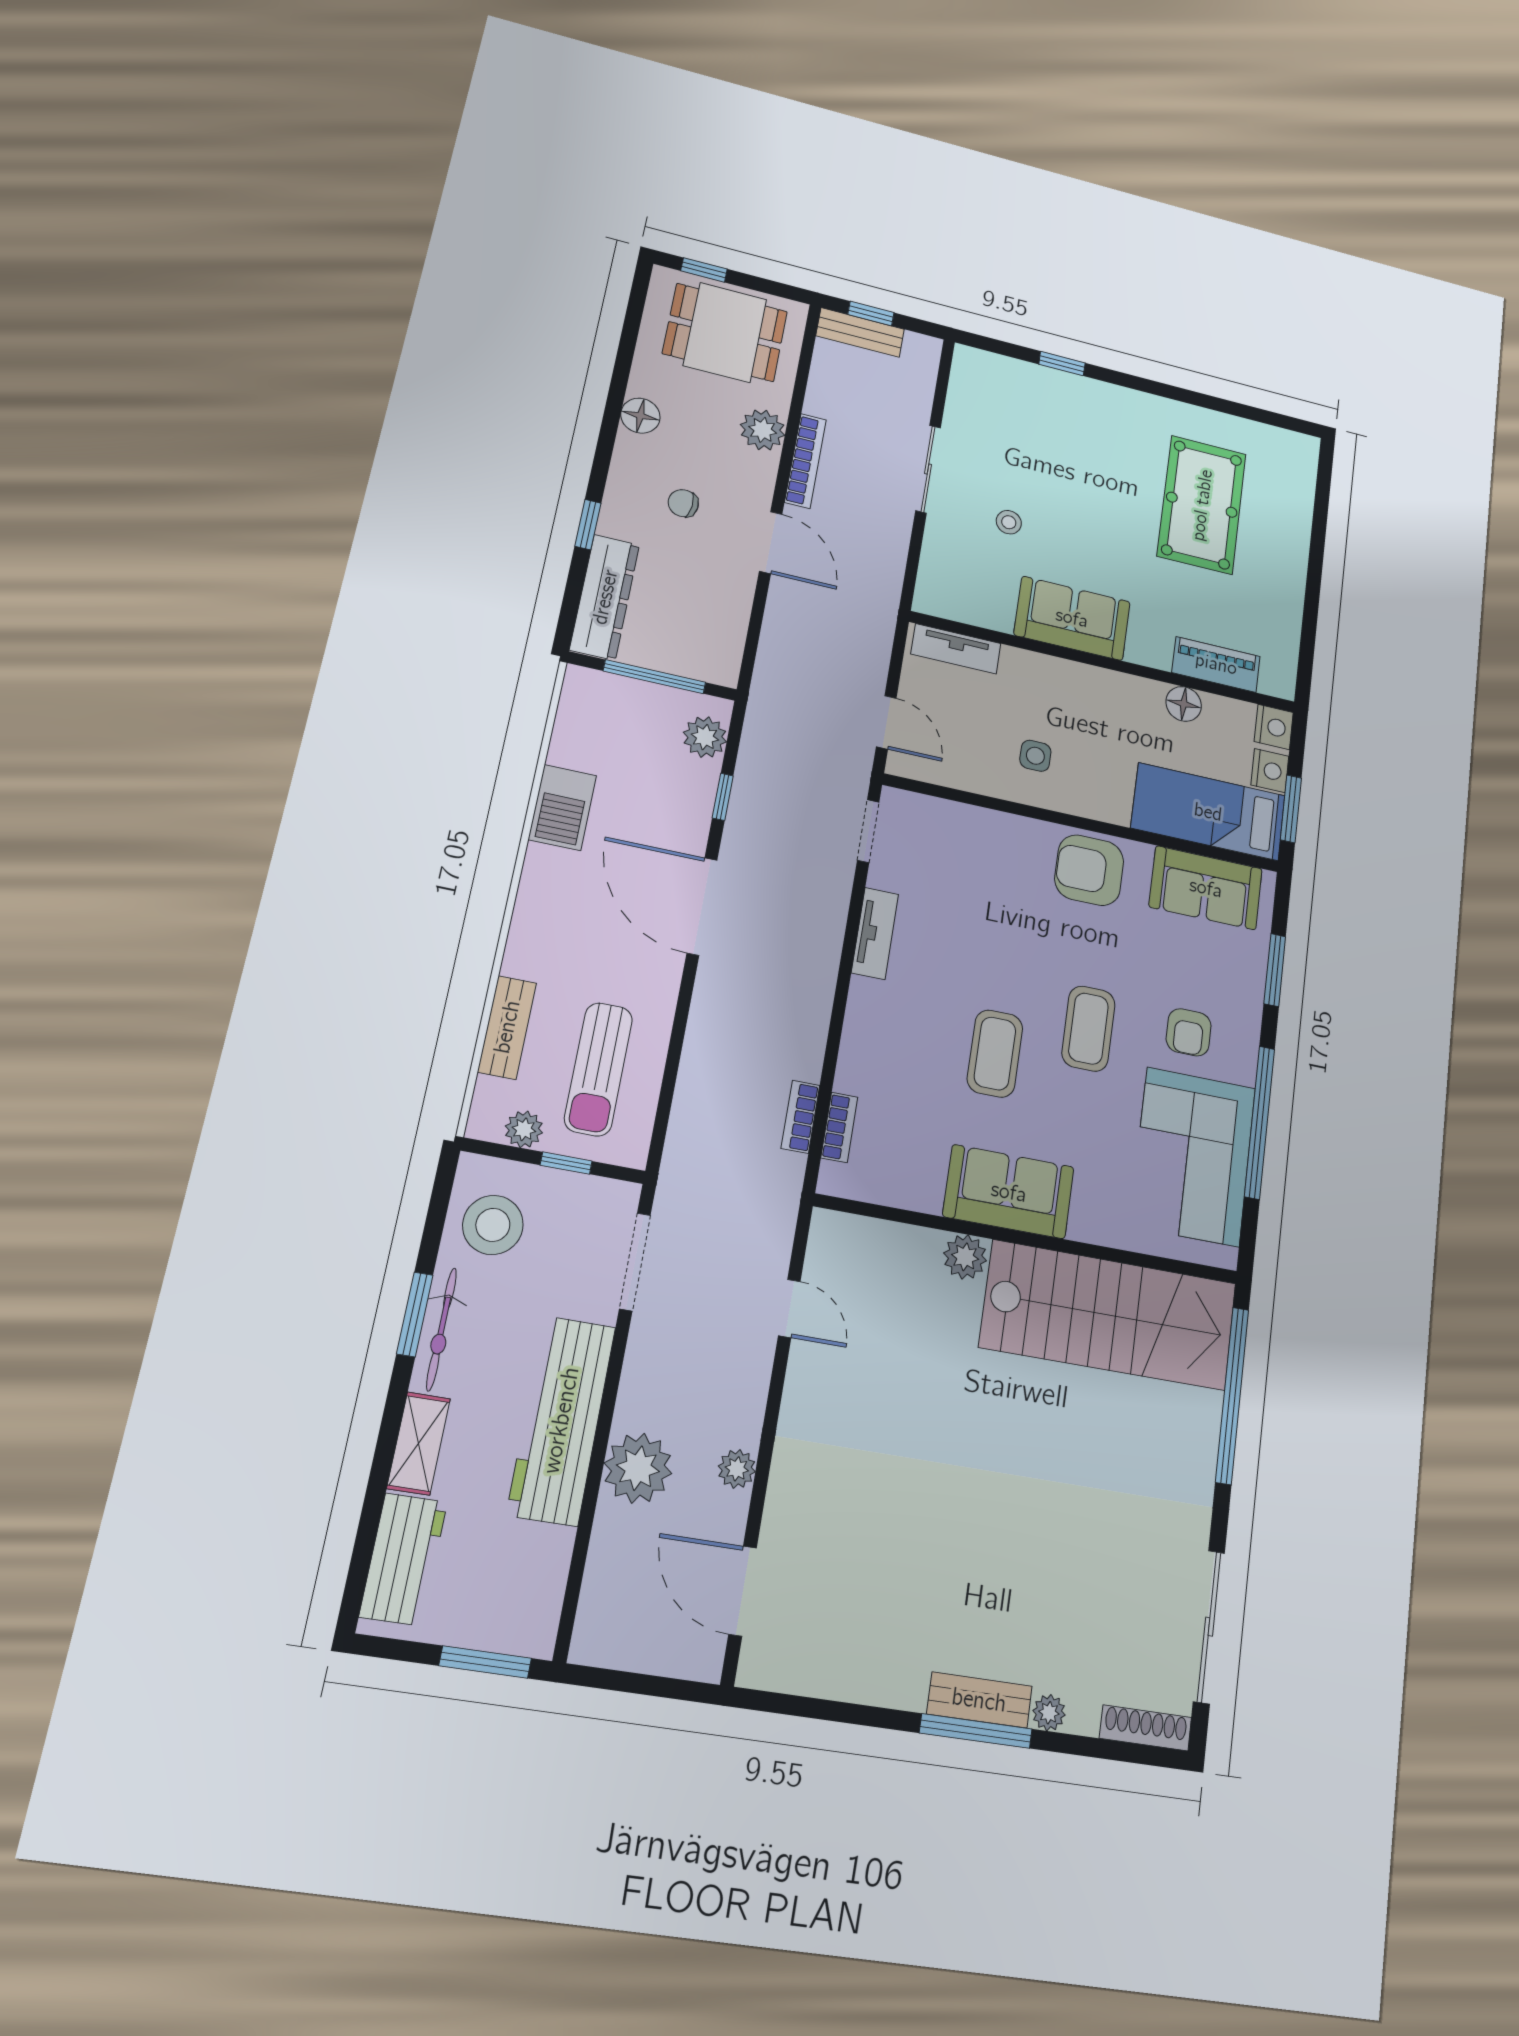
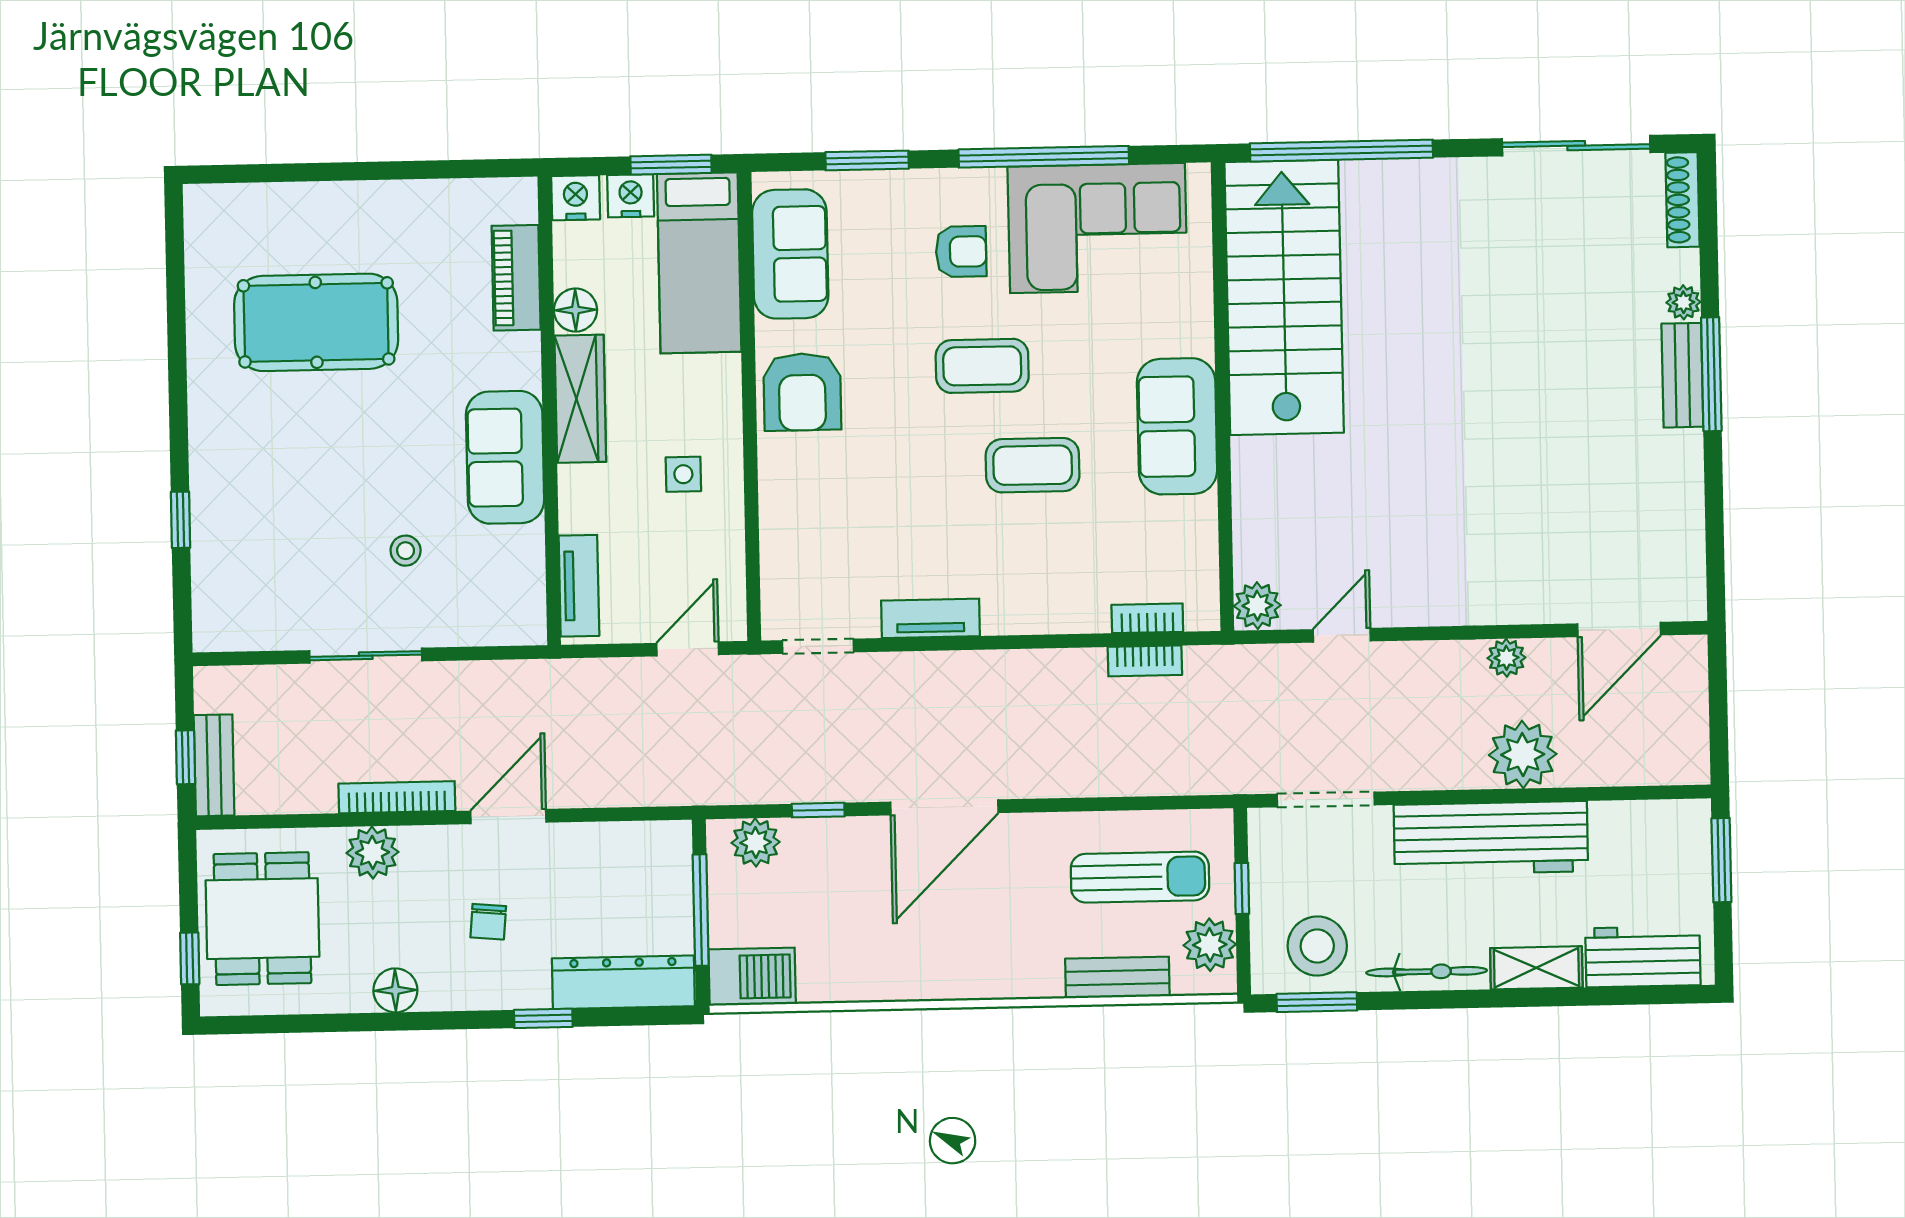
wardrobe: (1111, 689) -> (580, 399), added
barbecue: (562, 808) -> (752, 977), moved
plant: (524, 1129) -> (1210, 945), width x1.38, depth x1.38
plant: (965, 1257) -> (1257, 606), moved
window: (415, 1314) -> (1317, 1002), moved

